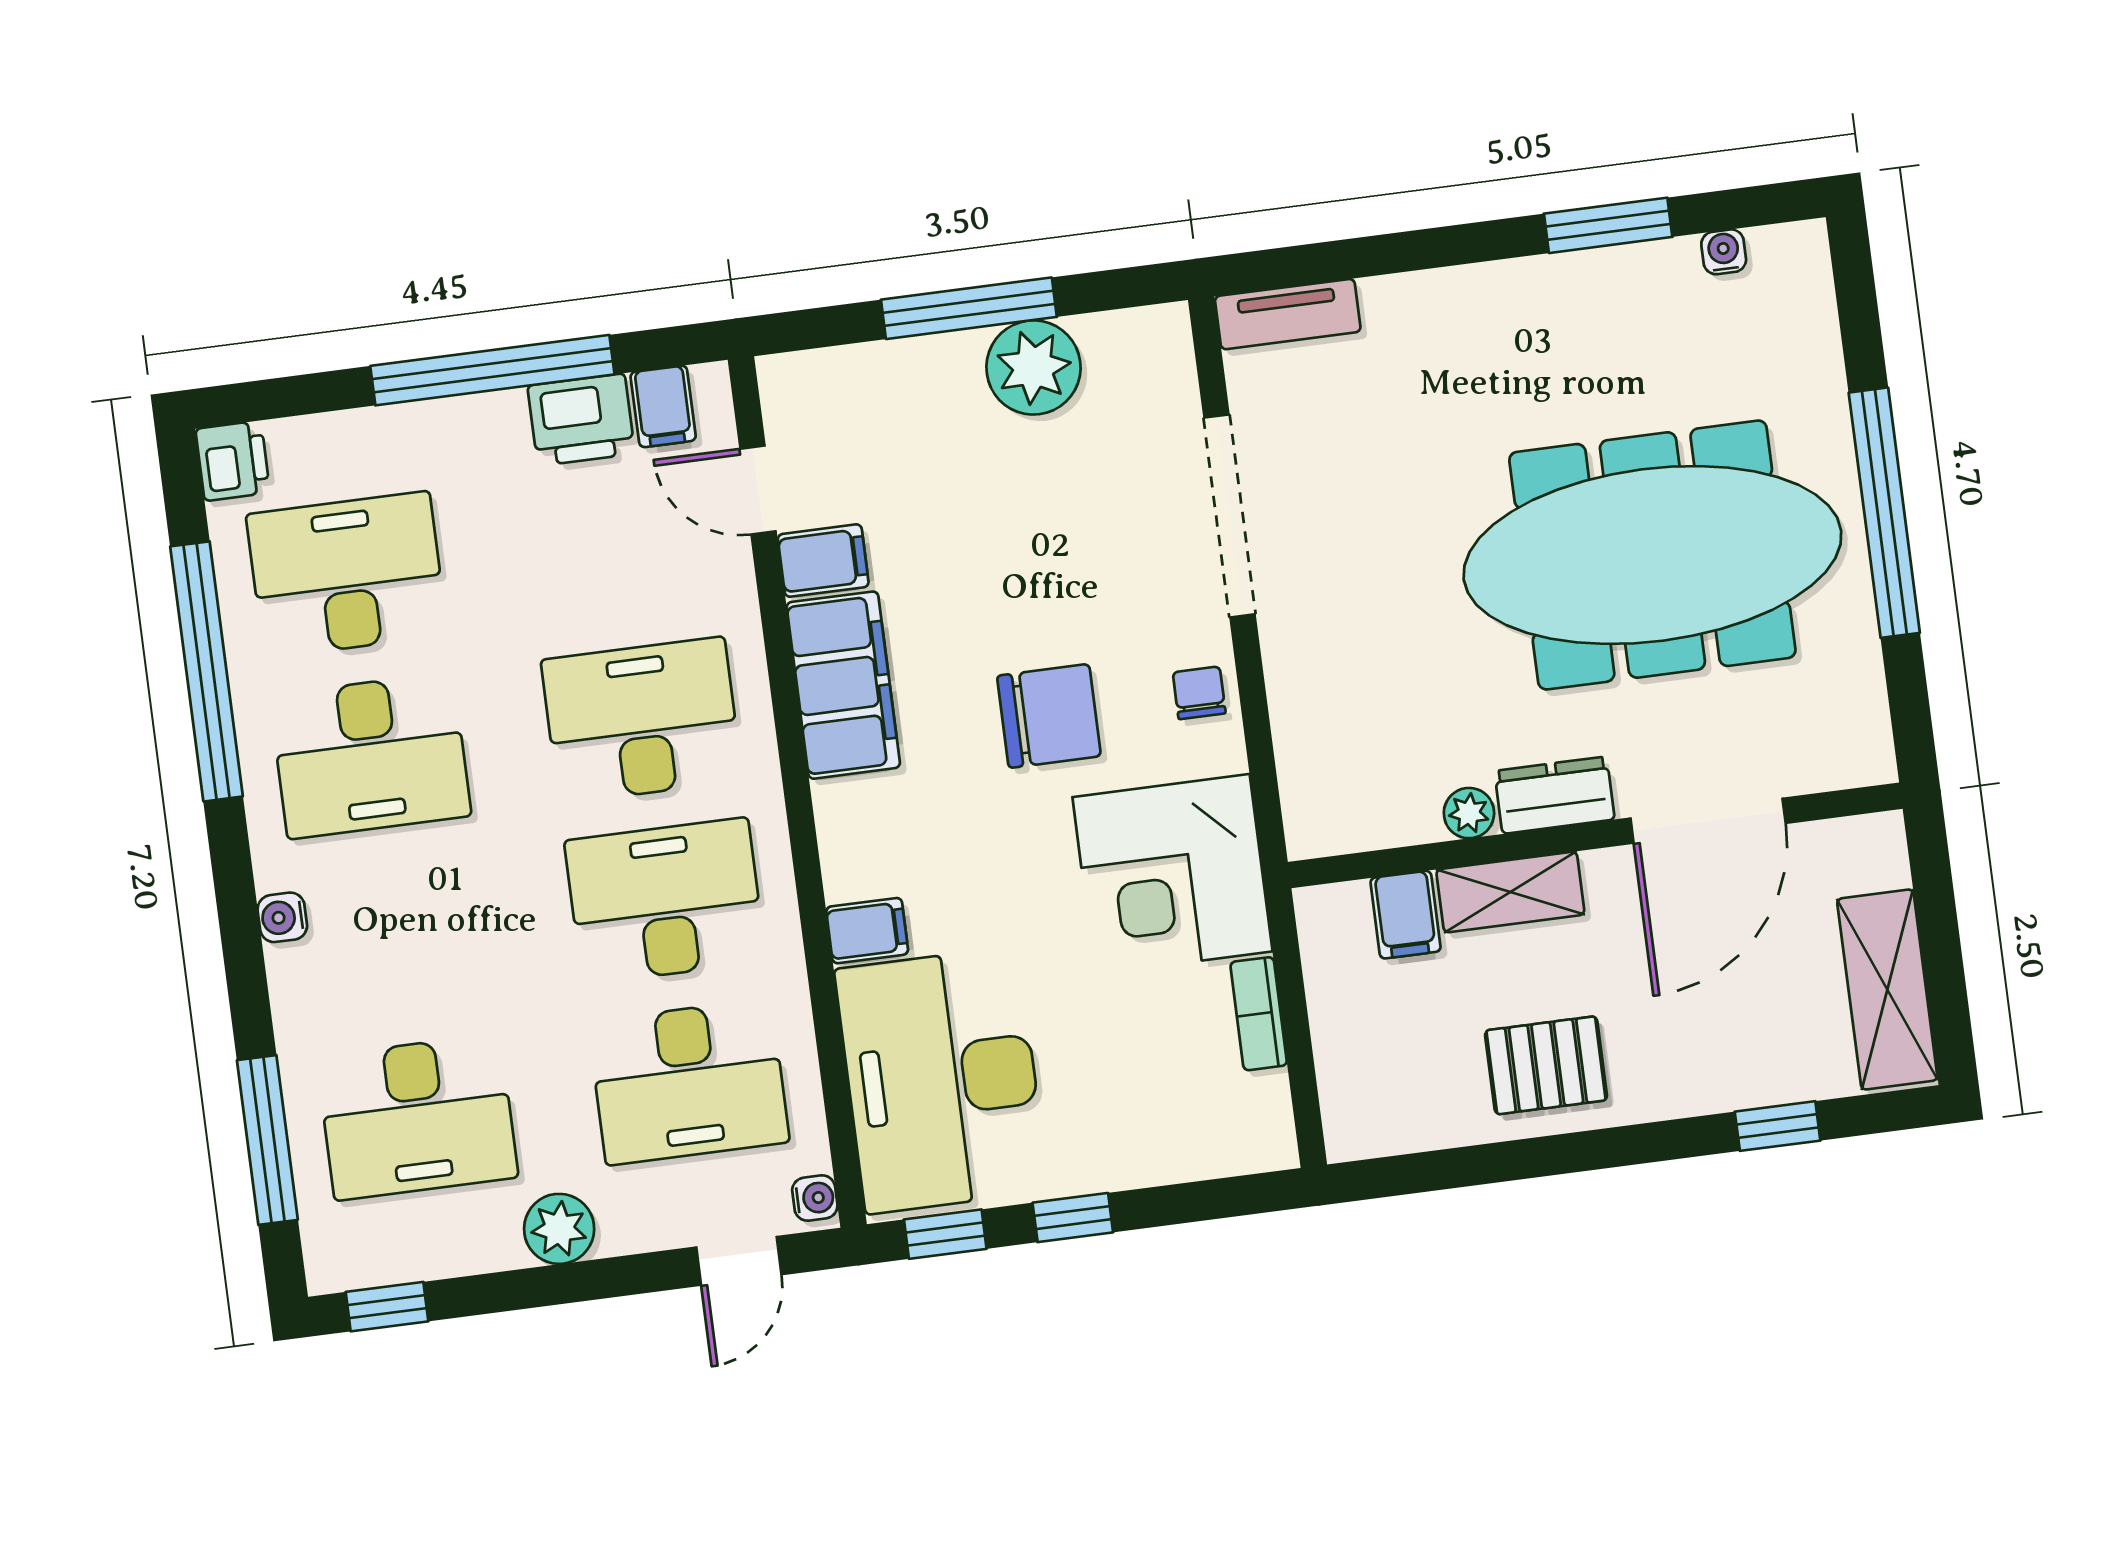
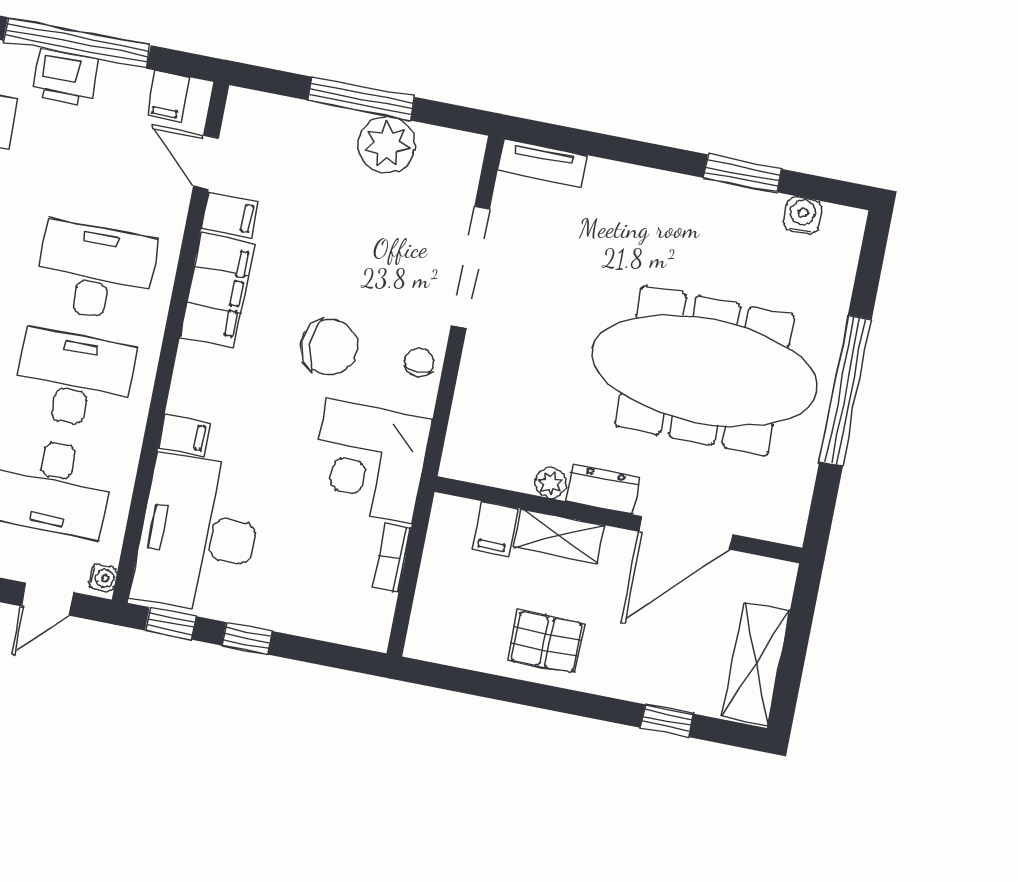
water cooler: (1724, 252) -> (802, 216), width x1.38, depth x1.38
printer: (581, 420) -> (65, 78), moved

